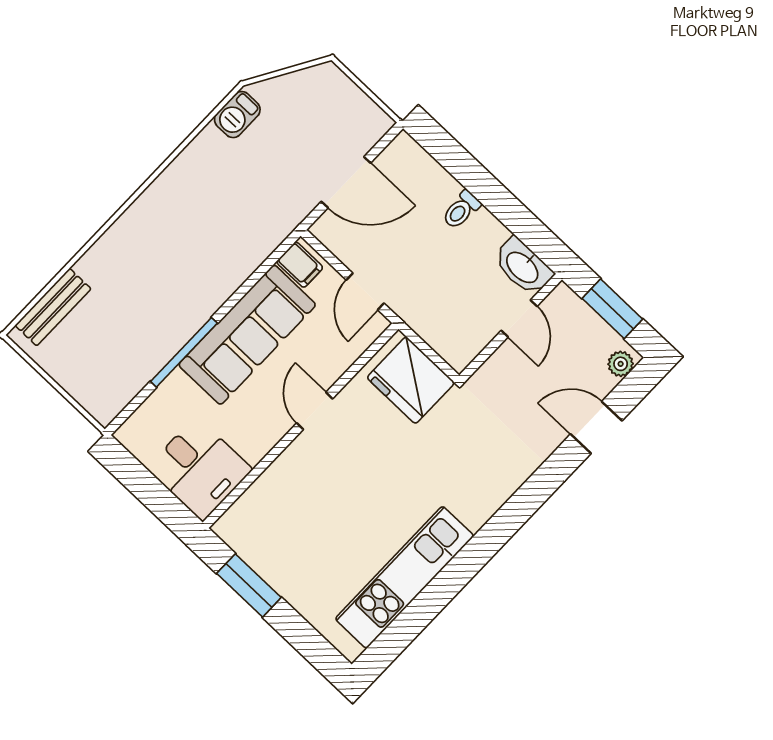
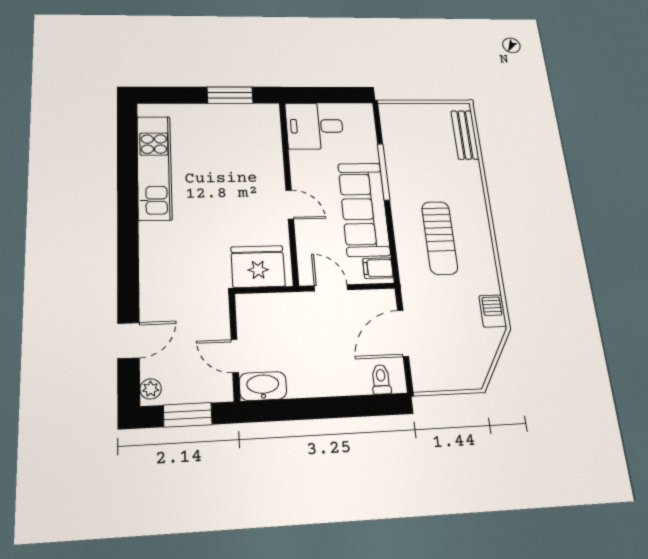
toilet: (461, 210) -> (381, 379), moved
sun lounger: (206, 232) -> (440, 238), added

